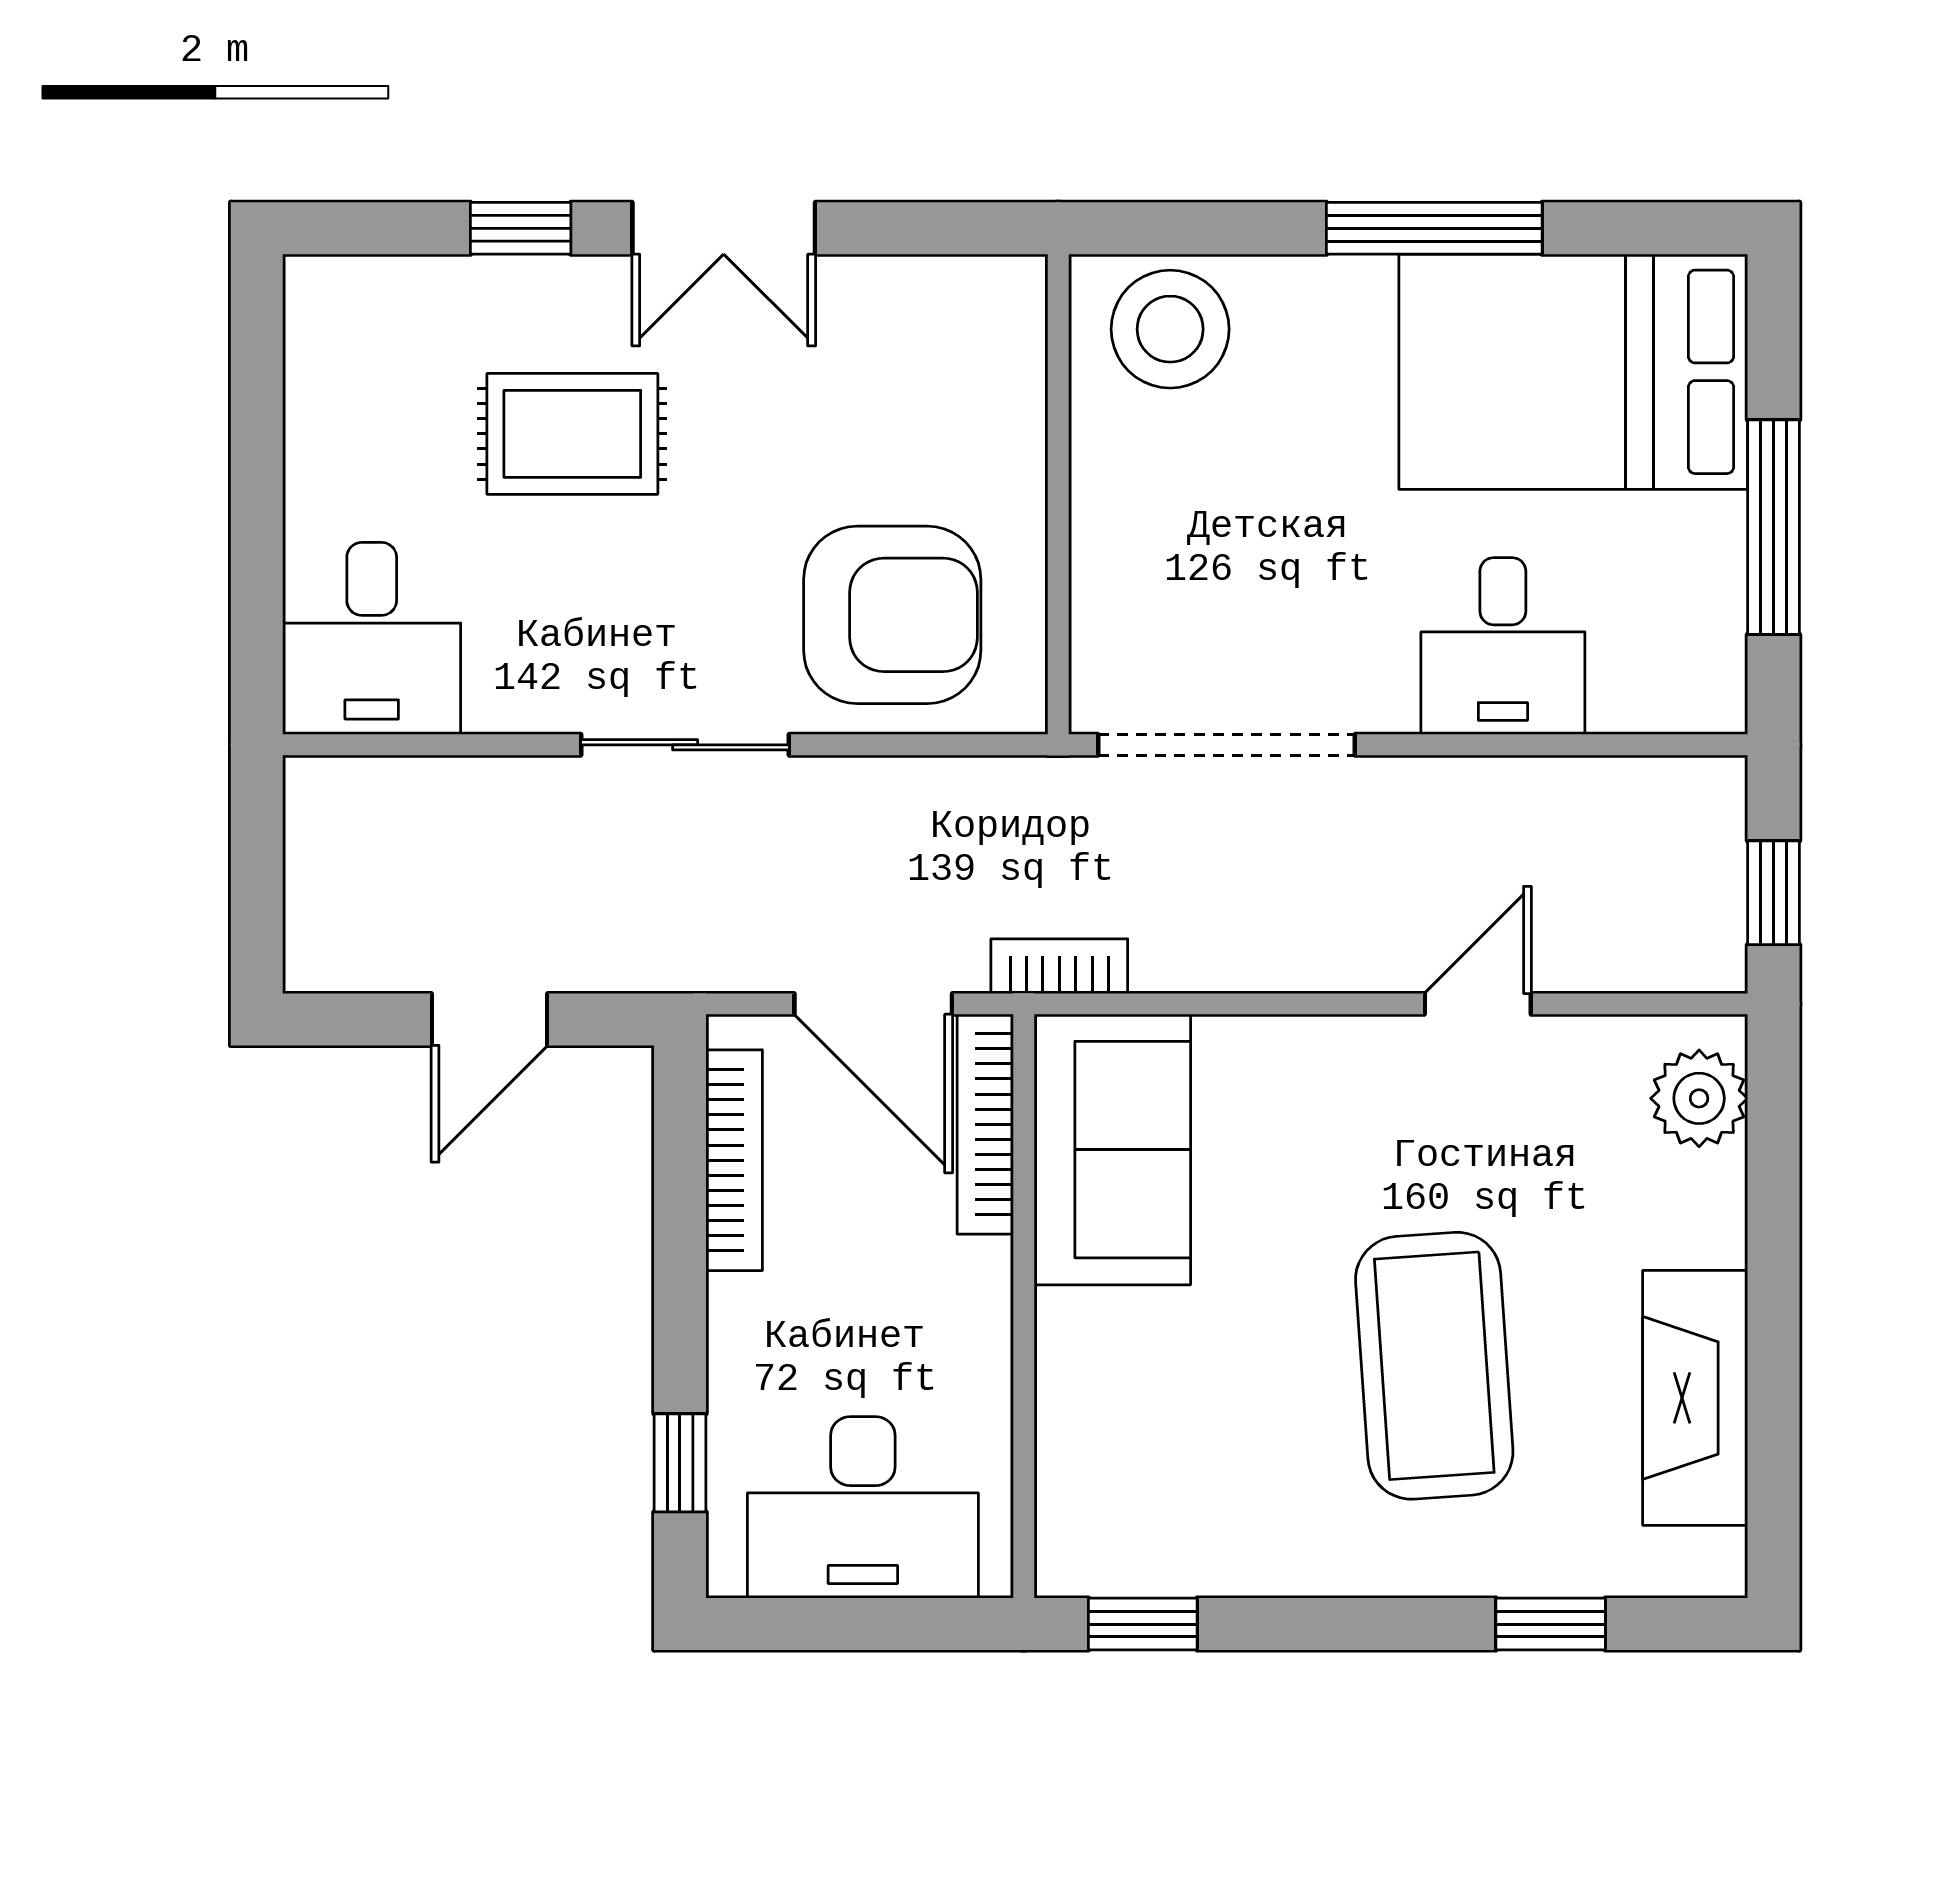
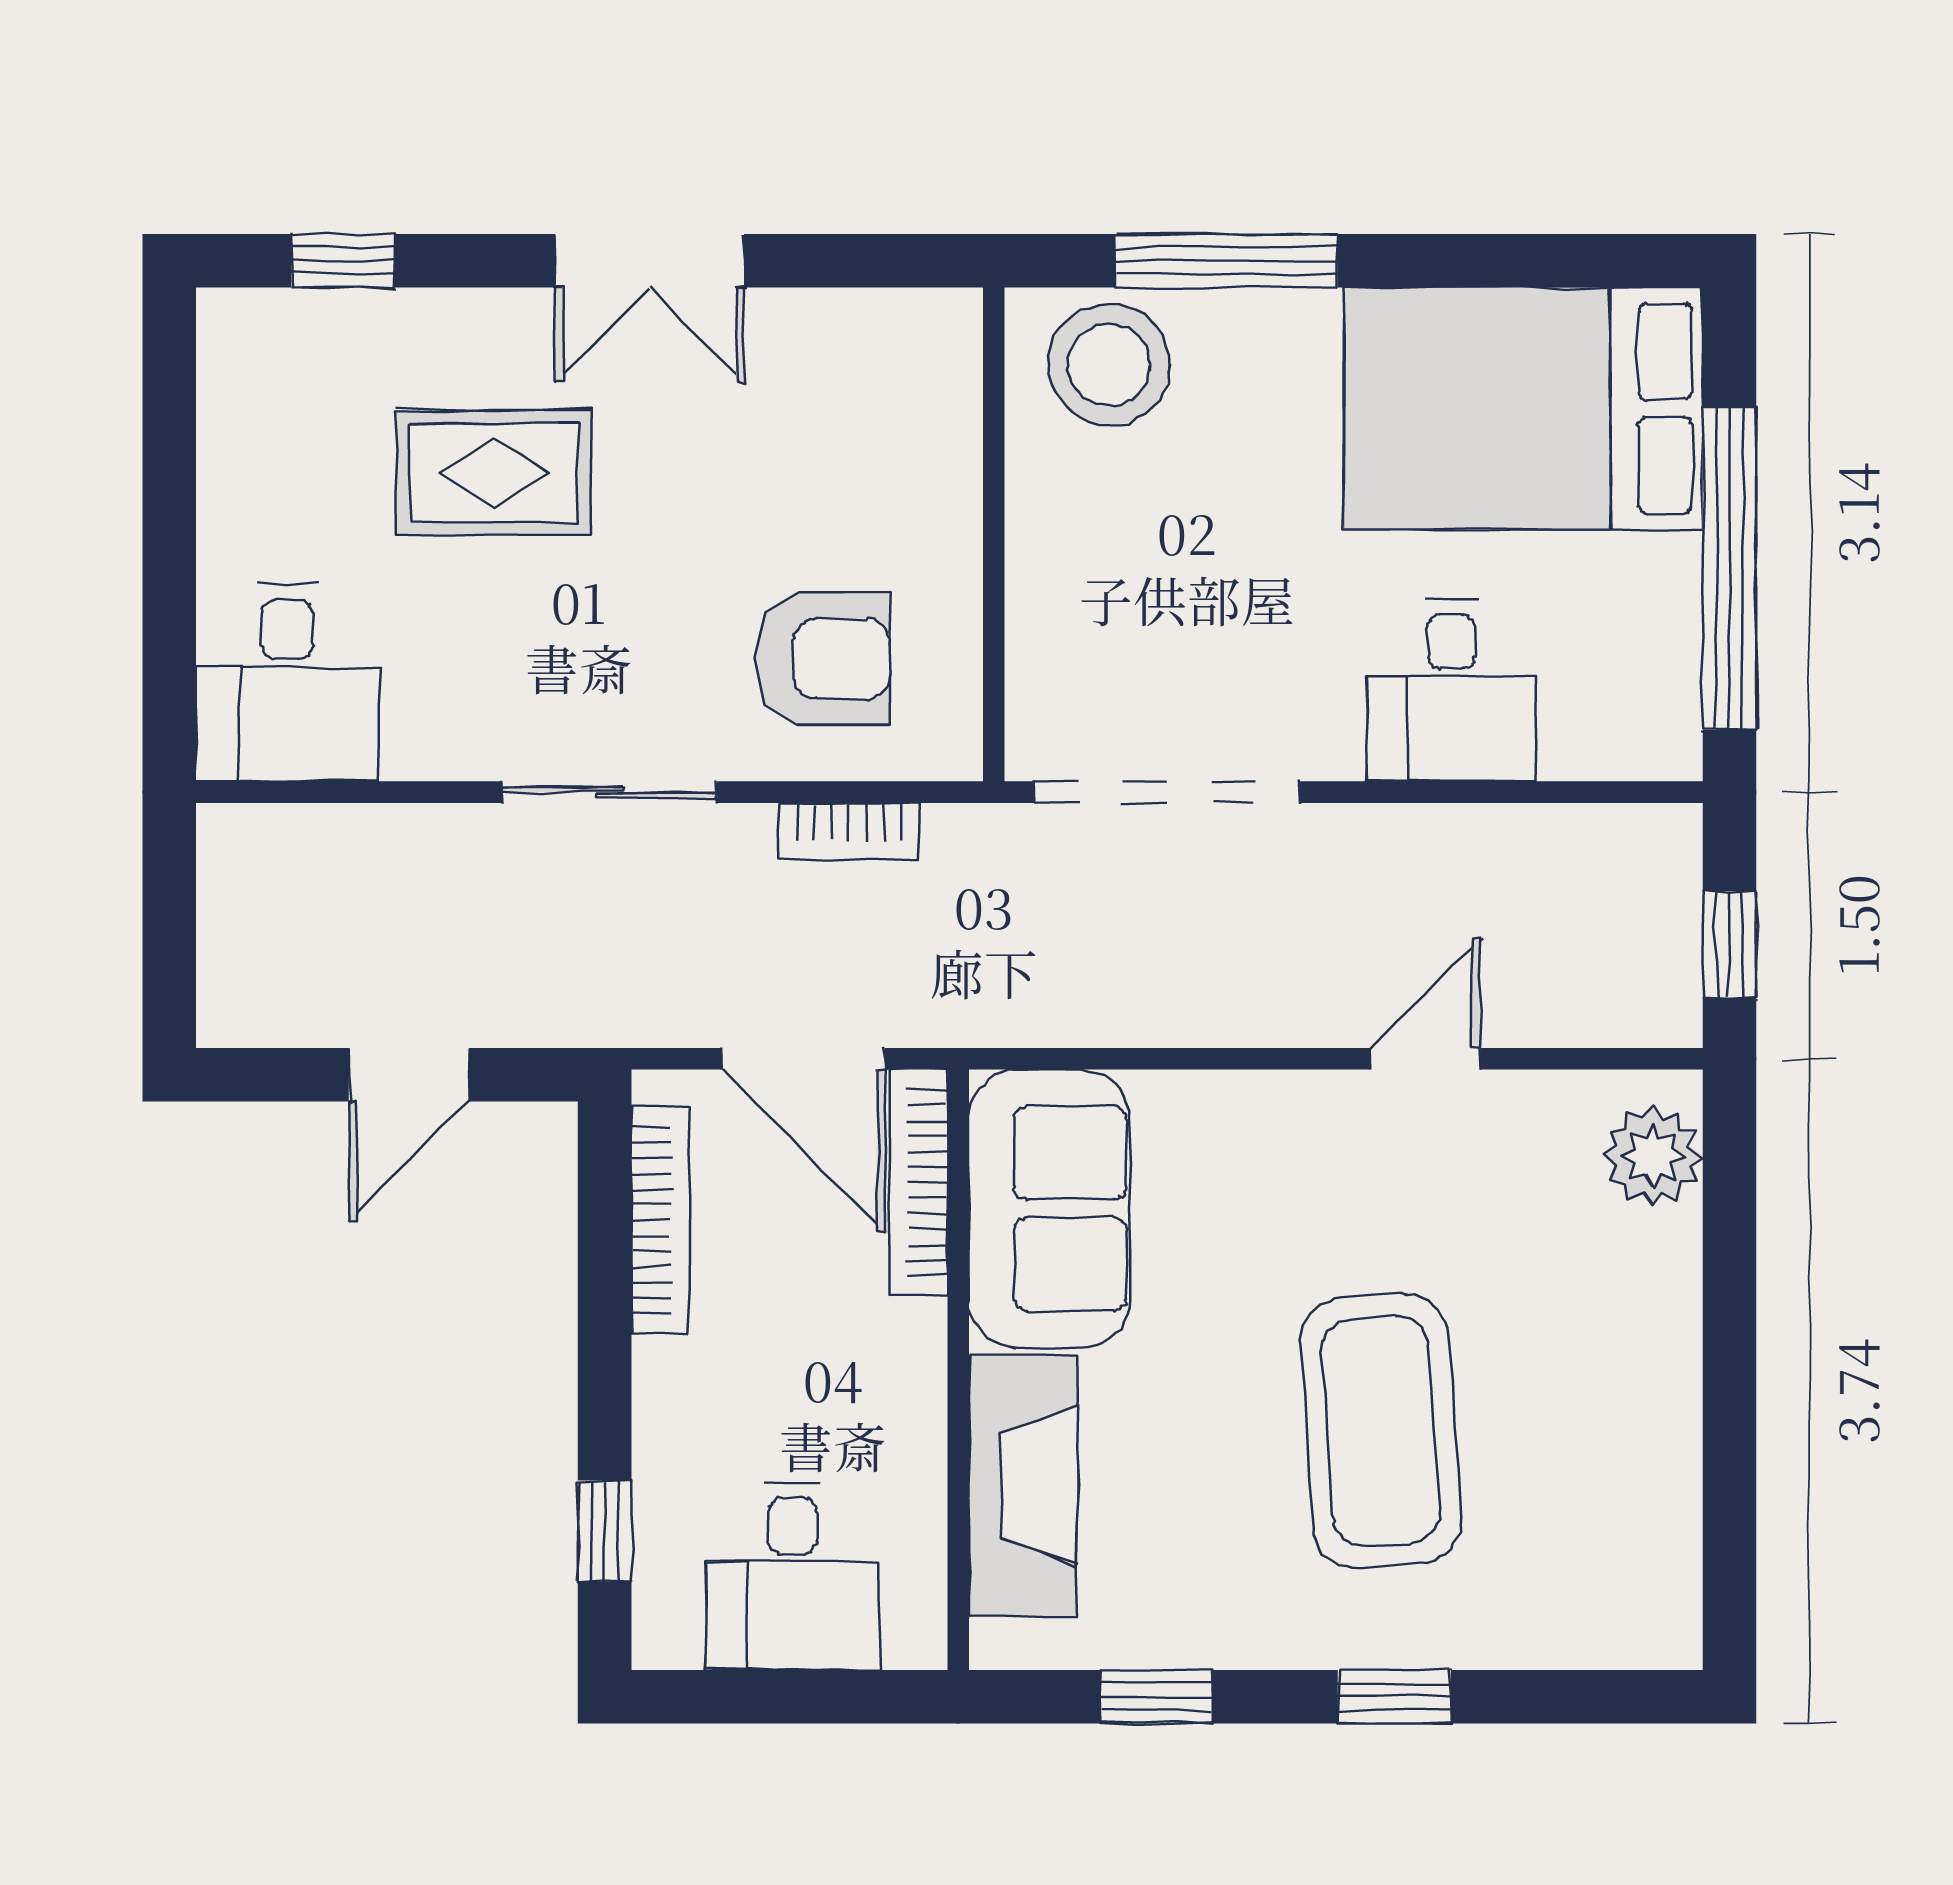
window: (521, 228) -> (343, 261), moved
window: (1434, 228) -> (1227, 261), moved
window: (1773, 527) -> (1730, 568), width x1.46
armchair: (892, 615) -> (823, 659), width x0.73, depth x0.73
bookcase: (1059, 966) -> (849, 831), moved, turned 180
fireplace: (1695, 1398) -> (1023, 1486), moved, turned 180
desk: (863, 1507) -> (793, 1577), width x0.73
window: (1143, 1624) -> (1156, 1697), moved
window: (1551, 1624) -> (1394, 1697), moved

